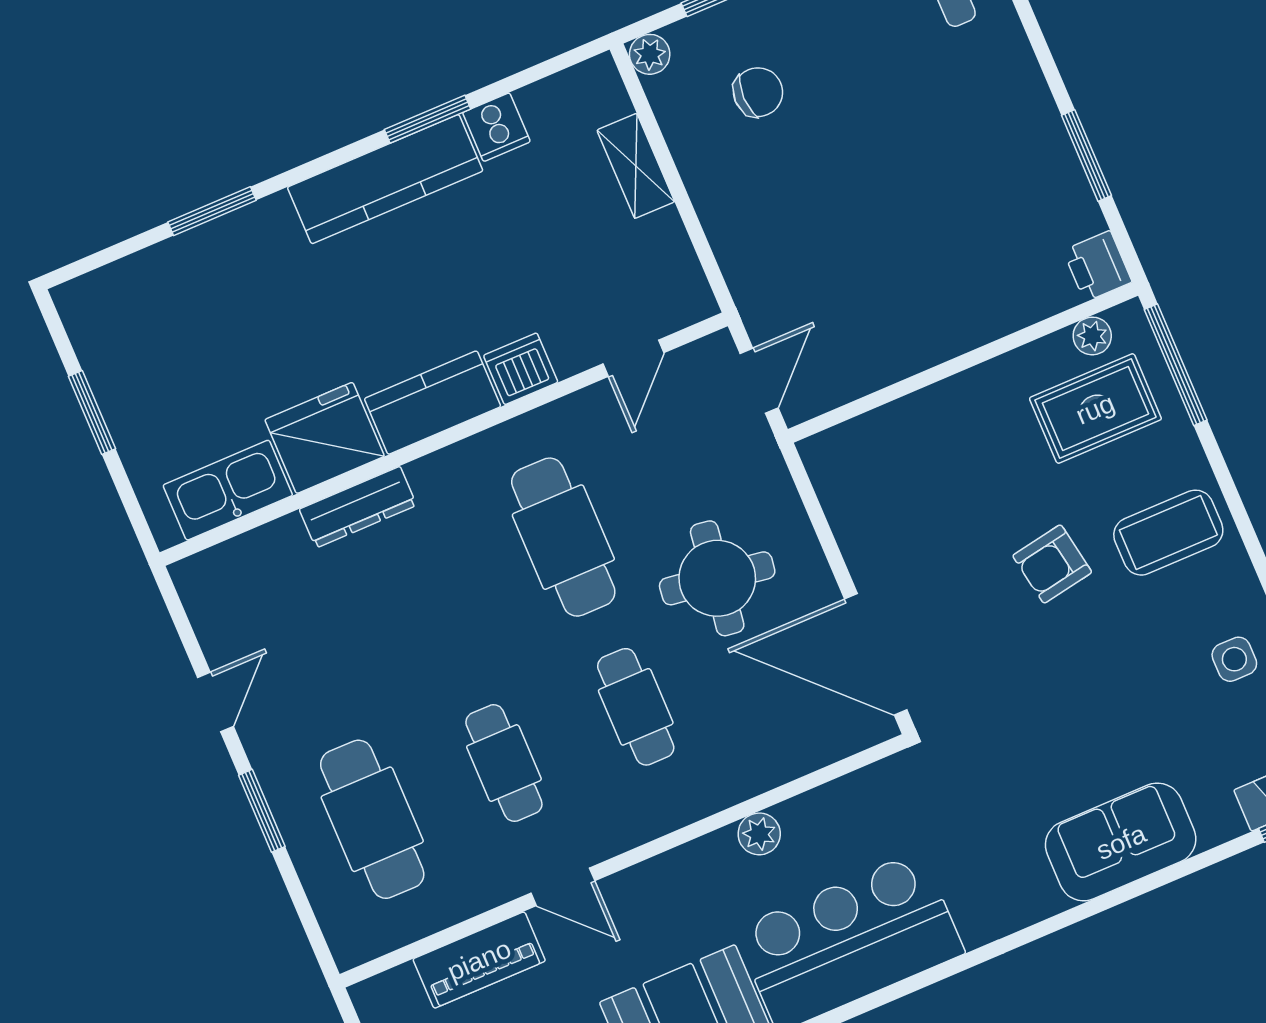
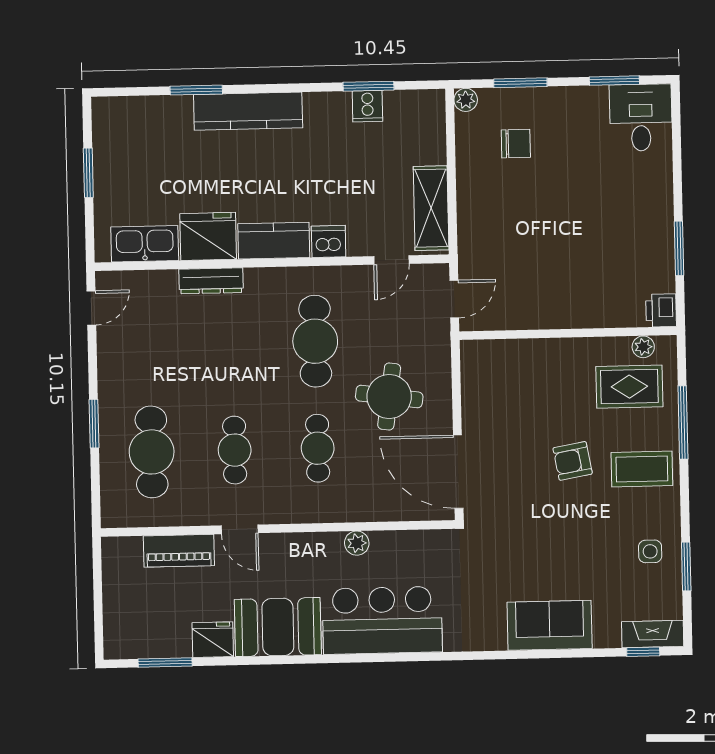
window: (428, 119) -> (369, 86), moved
shelving: (636, 166) -> (431, 208), moved, width x1.50, depth x1.33
kitchen counter: (385, 179) -> (248, 111), moved
window: (1176, 365) -> (683, 422), moved
door: (215, 702) -> (91, 308), moved

